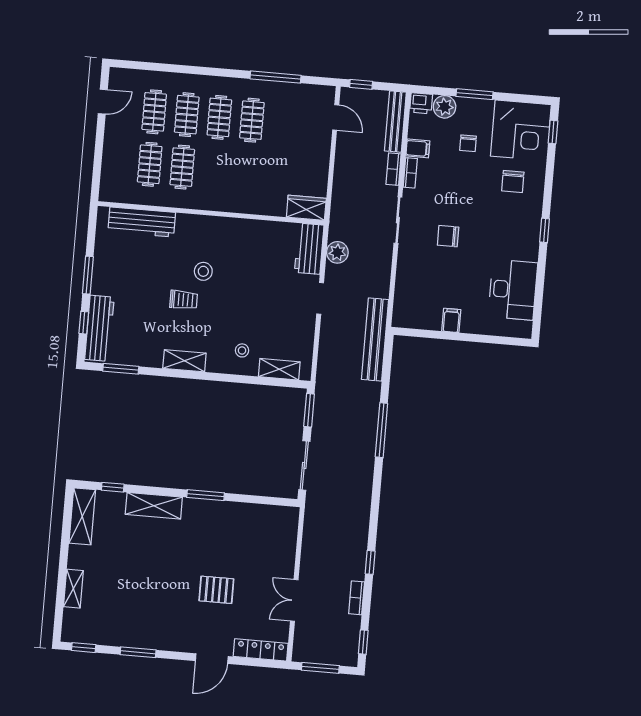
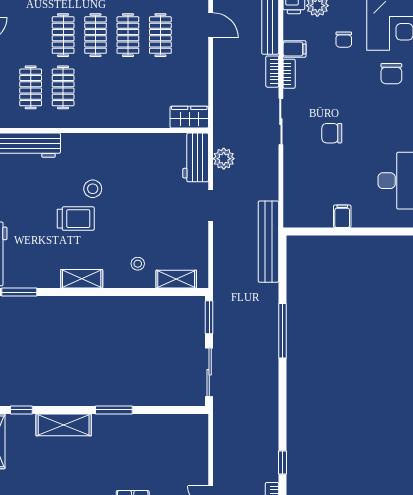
clothes rail: (154, 112) -> (160, 35), moved
trolley: (184, 300) -> (76, 219), width x1.36, depth x1.39

